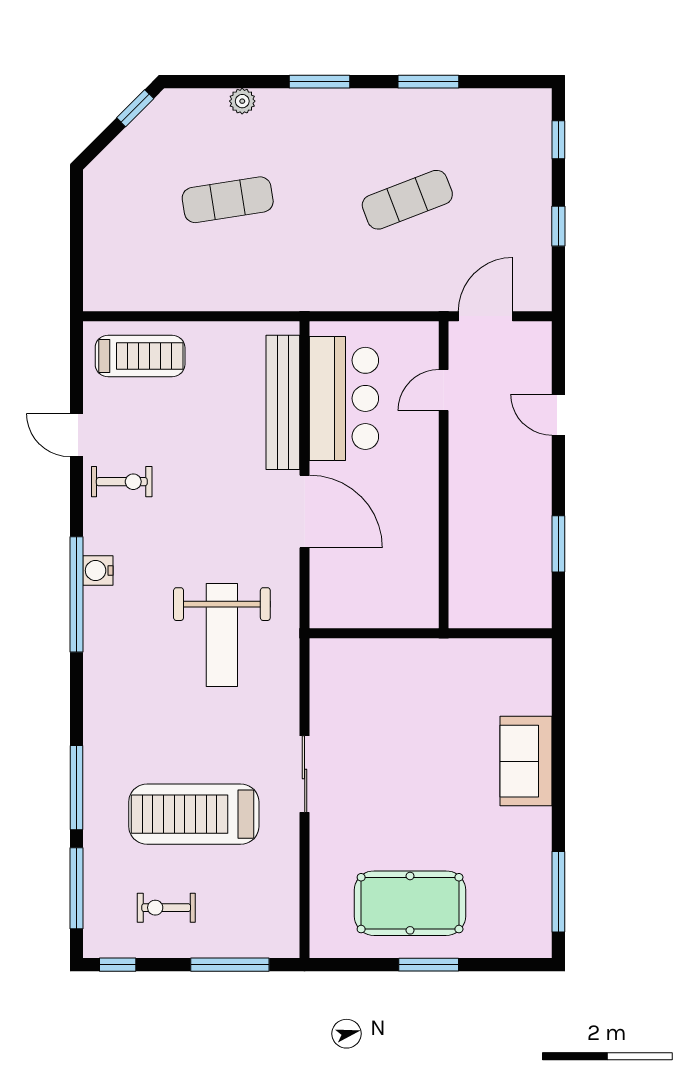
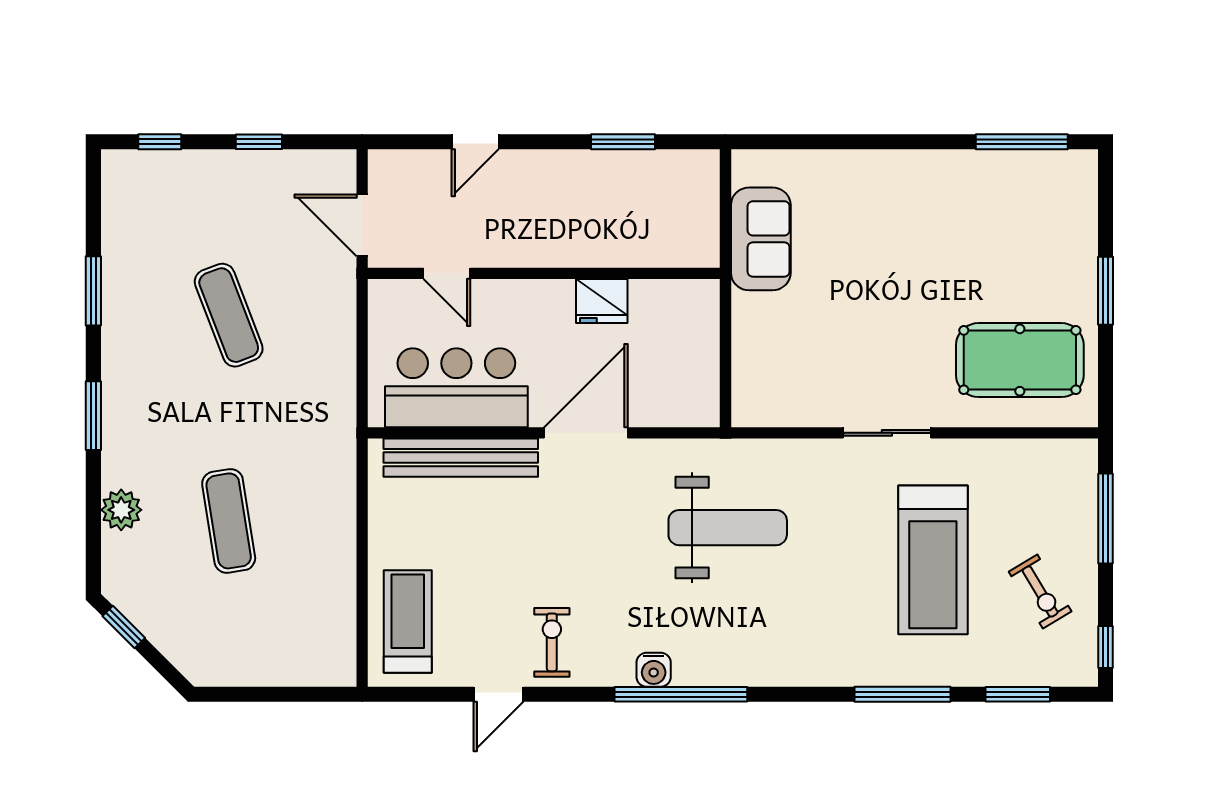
plant: (242, 101) -> (121, 510), width x1.38, depth x1.38
fridge: (420, 525) -> (602, 301), added
sofa: (526, 761) -> (761, 239), moved, turned -90
window: (77, 888) -> (1018, 694), width x0.69
pool table: (410, 903) -> (1020, 360), moved, turned 90
exercise bike: (166, 908) -> (1040, 592), turned -31

